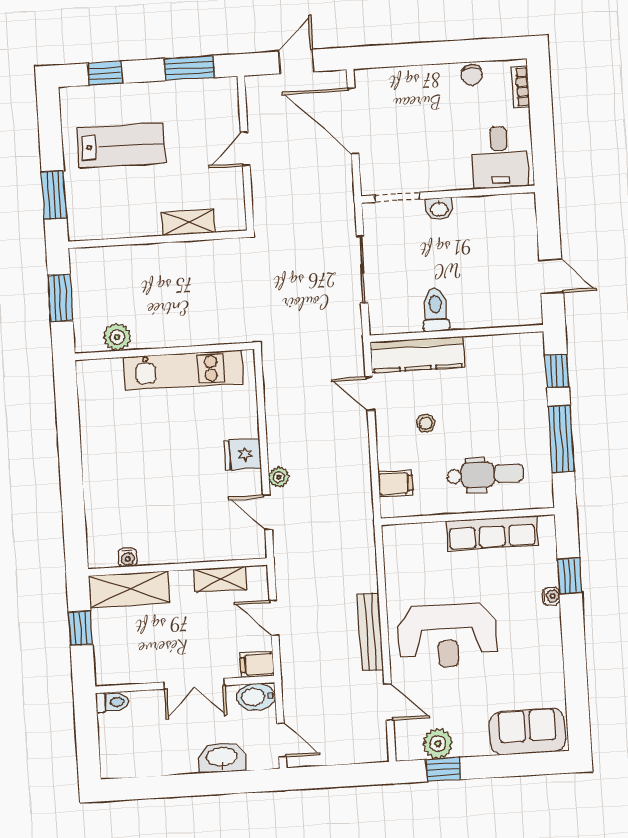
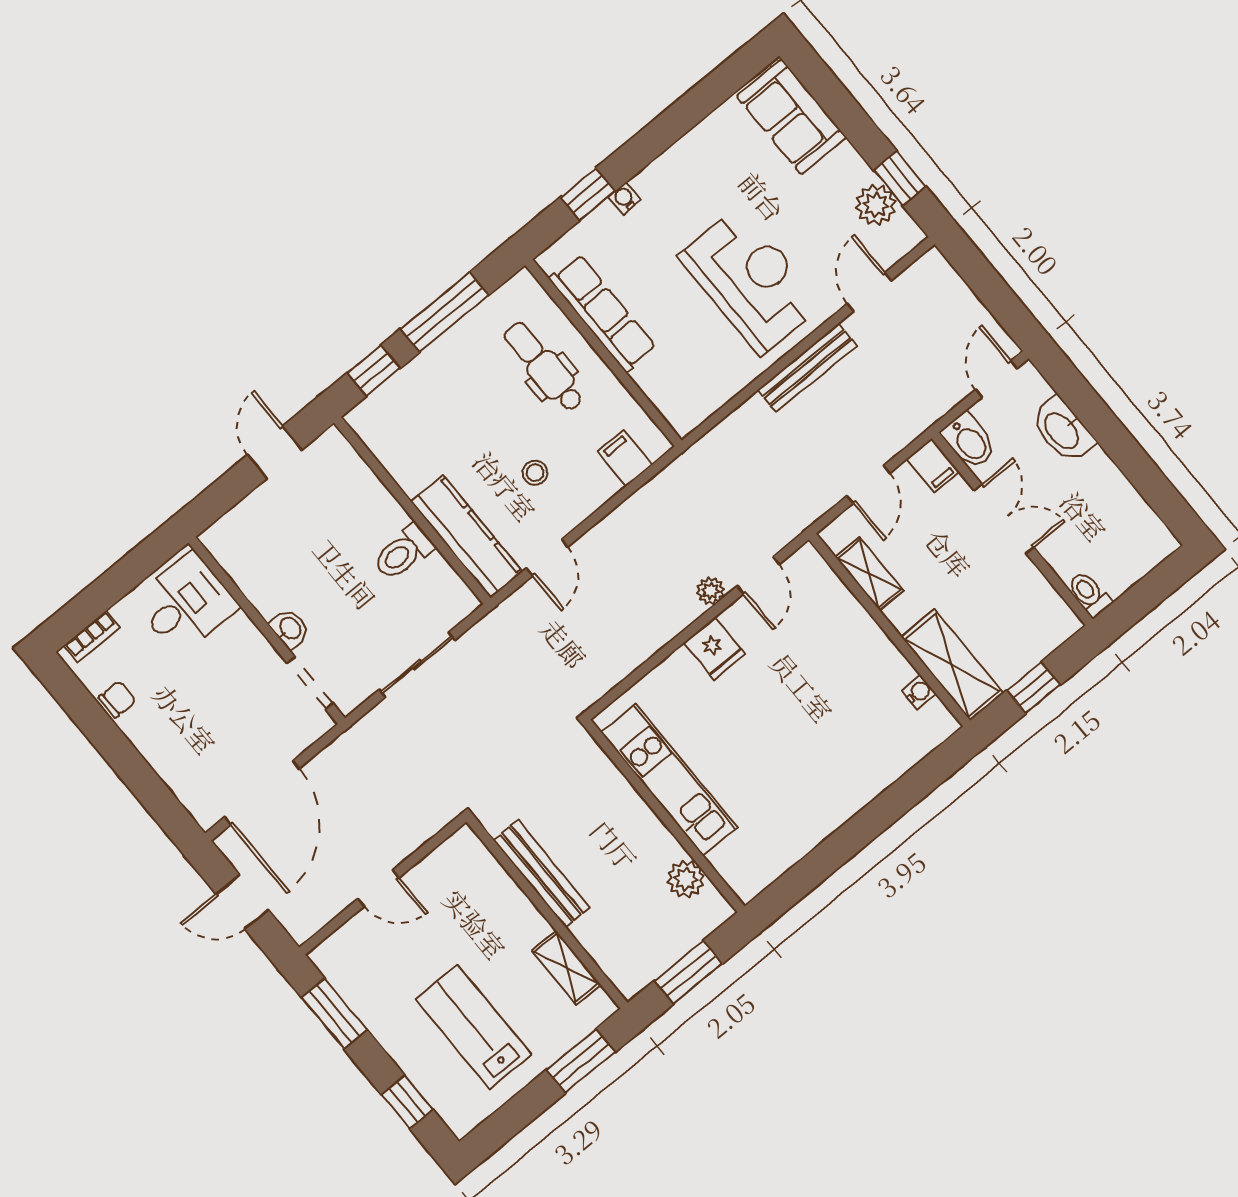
shelving: (188, 222) -> (566, 968), moved
bench: (183, 253) -> (541, 874), added

